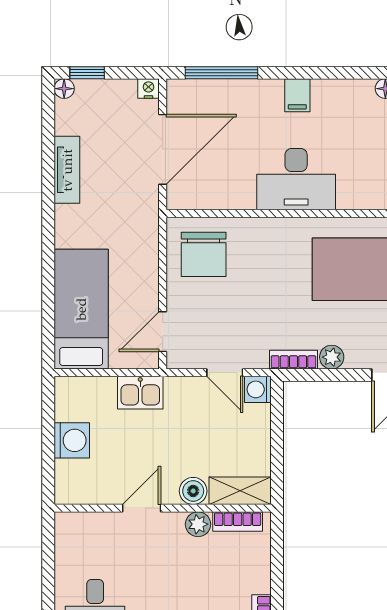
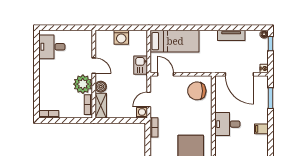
window: (221, 73) -> (271, 98), width x0.69
desk: (296, 179) -> (227, 124), width x0.73
plant: (332, 357) -> (155, 143), removed
plant: (198, 524) -> (83, 84), width x1.88, depth x1.88

